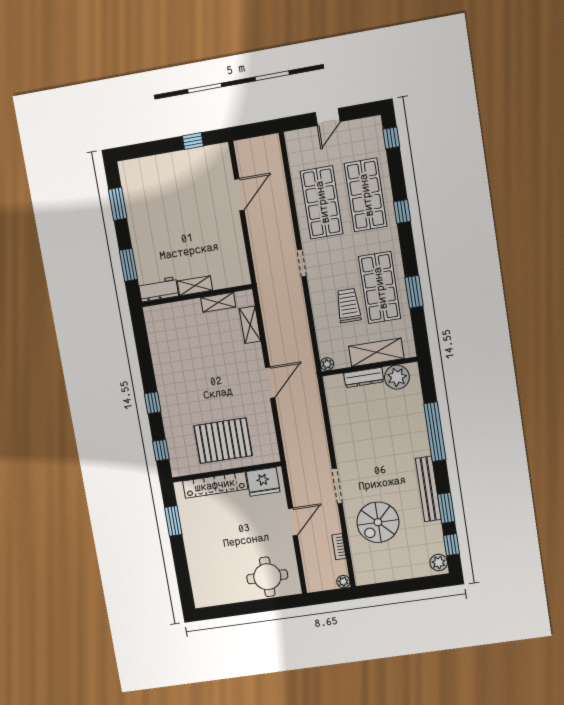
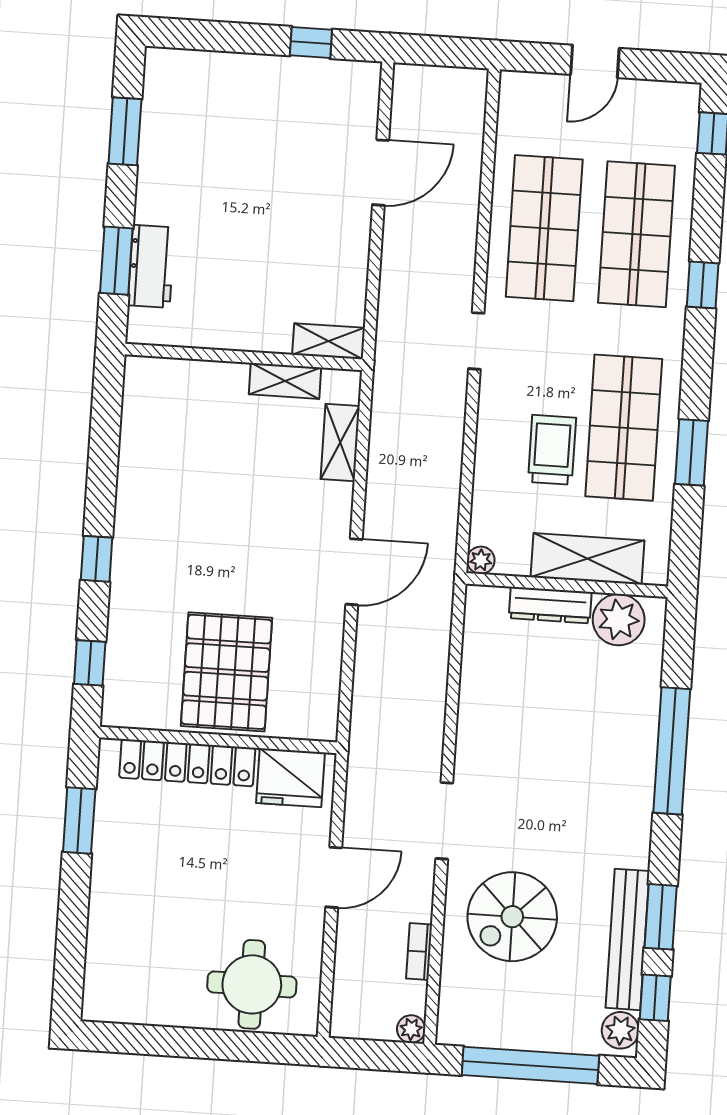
shelving: (195, 286) -> (329, 341), moved
workbench: (158, 289) -> (151, 266), moved, turned 90
pallet: (223, 441) -> (227, 672), turned 90
bench: (428, 489) -> (627, 939), moved
window: (401, 586) -> (530, 1065), added

